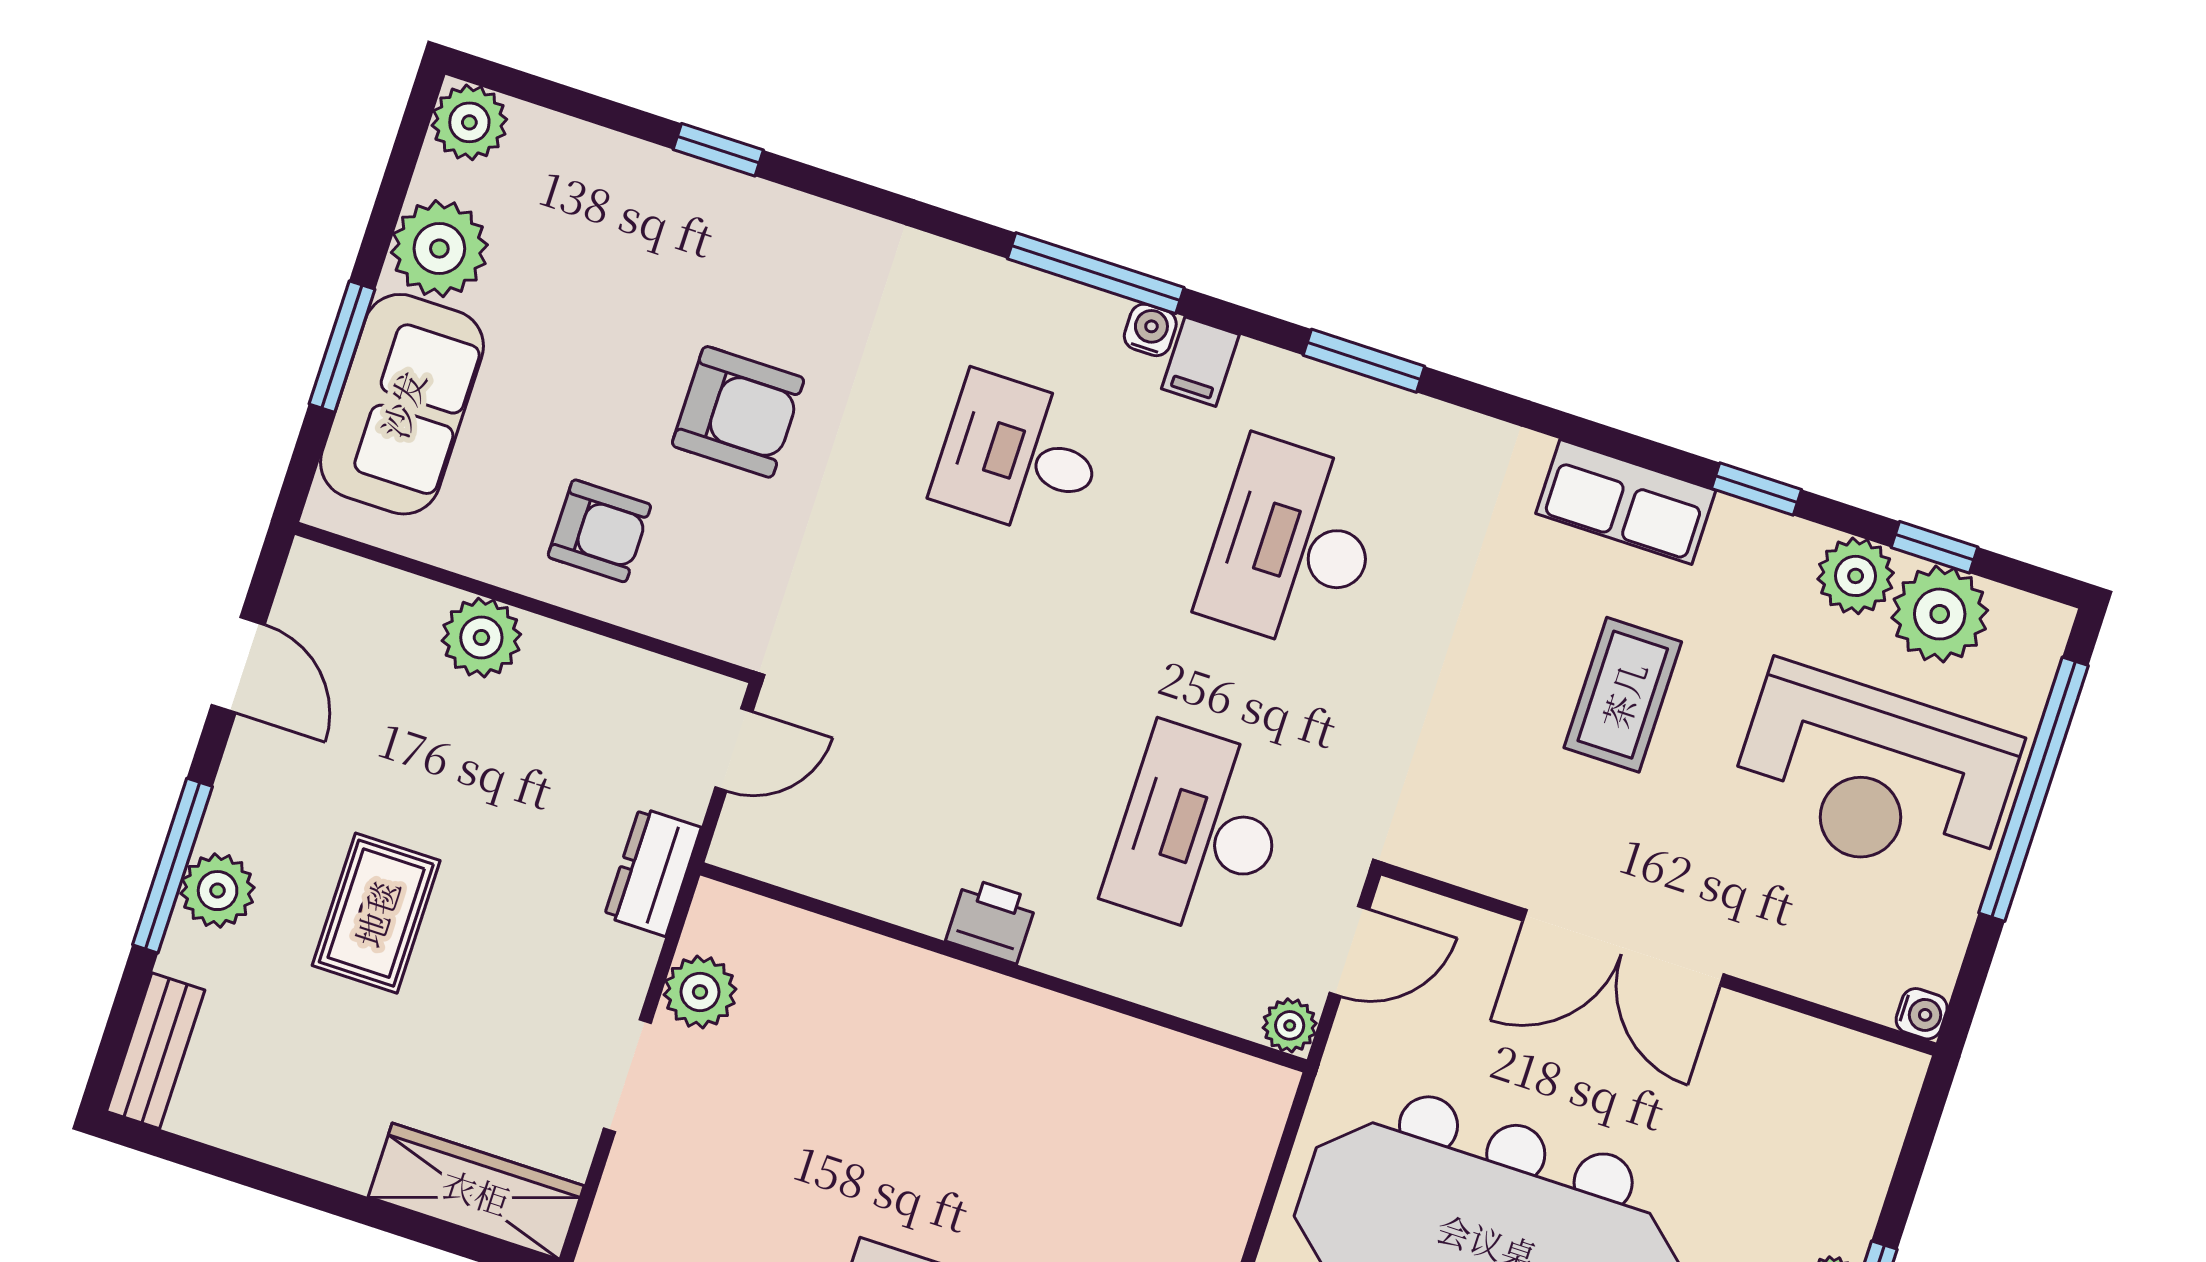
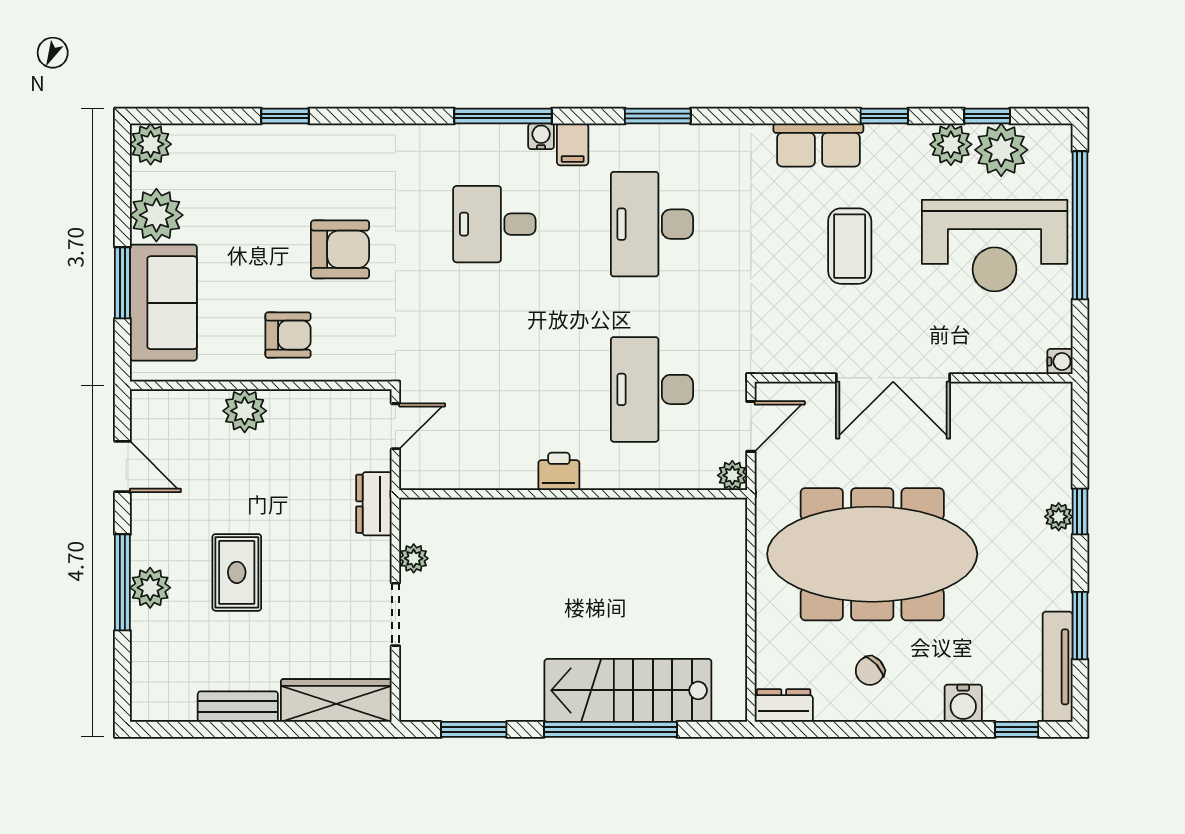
plant: (700, 992) -> (414, 558), width x0.73, depth x0.73
bench: (156, 1051) -> (238, 707), moved, turned 90

